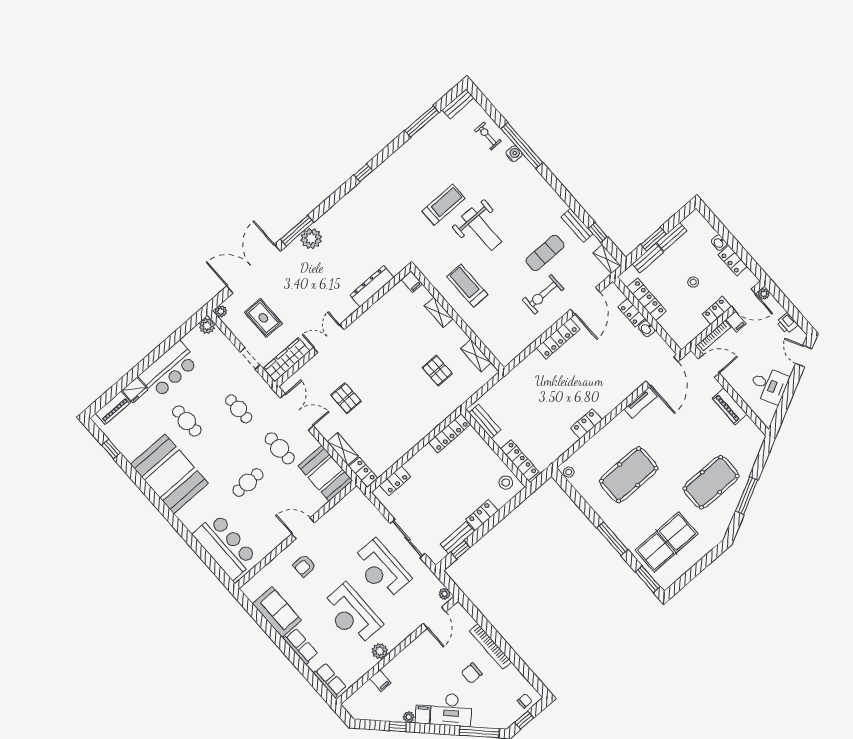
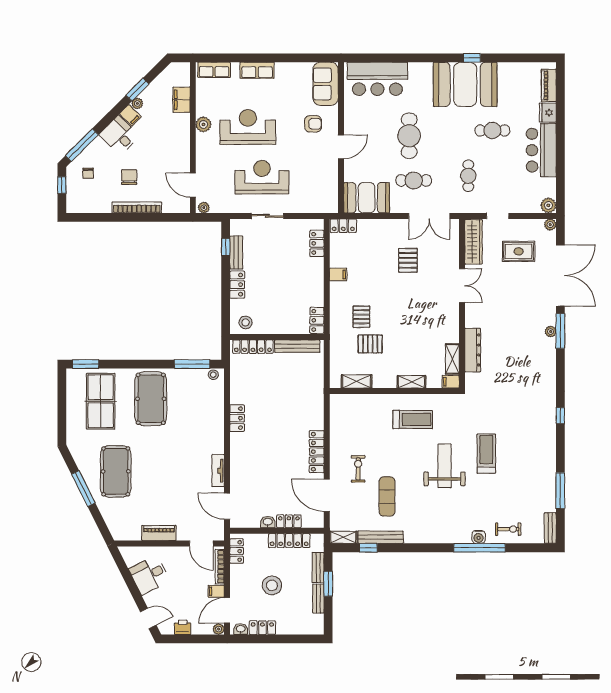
treadmill: (443, 205) -> (486, 454), turned 180
bench: (577, 225) -> (381, 537), width x1.36
weight bench: (482, 229) -> (444, 466), turned 90
plant: (311, 239) -> (551, 331), width x0.53, depth x0.53
washbasin: (719, 243) -> (241, 629), moved
stool: (693, 282) -> (272, 585), width x1.89, depth x1.89
exercise bike: (543, 294) -> (358, 469), width x0.73, depth x0.72
locker: (717, 310) -> (237, 551), moved
door: (709, 366) -> (201, 543), hinge flipped
door: (662, 371) -> (227, 506), width x0.73
pallet: (422, 396) -> (361, 317), added
pallet: (346, 398) -> (408, 260), turned 90
cafe table: (239, 409) -> (468, 176), turned 90
bench: (485, 421) -> (297, 346), width x1.36
locker: (450, 433) -> (317, 320), width x0.66
filing cabinet: (405, 443) -> (338, 274), added
window: (111, 449) -> (472, 58), moved
shelving: (343, 449) -> (452, 359), moved, turned 90
pool table: (629, 475) -> (151, 399), moved
cafe table: (248, 483) -> (409, 136), width x1.37, depth x1.35
sliding door: (408, 538) -> (267, 216), width x0.73
window: (612, 539) -> (192, 364), moved
armchair: (304, 566) -> (313, 124), turned 90
sofa: (277, 612) -> (326, 84), moved, turned 90
filing cabinet: (380, 681) -> (182, 100), width x2.00
chair: (525, 701) -> (88, 173), moved
desk: (451, 710) -> (119, 135), width x0.73
window: (398, 726) -> (137, 90), width x1.50

